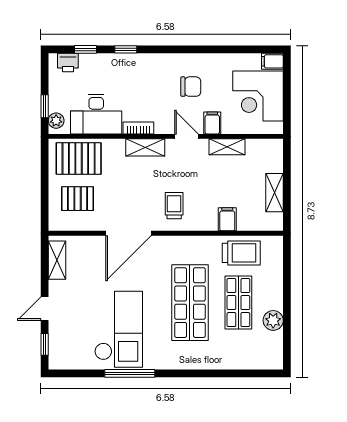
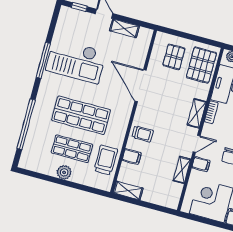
shelving: (274, 193) -> (128, 191), moved
trolley: (174, 206) -> (143, 134), moved
trolley: (241, 253) -> (106, 160), turned 180
shelving: (57, 260) -> (124, 28), moved
plant: (273, 320) -> (64, 172), moved
window: (222, 373) -> (26, 124), added

